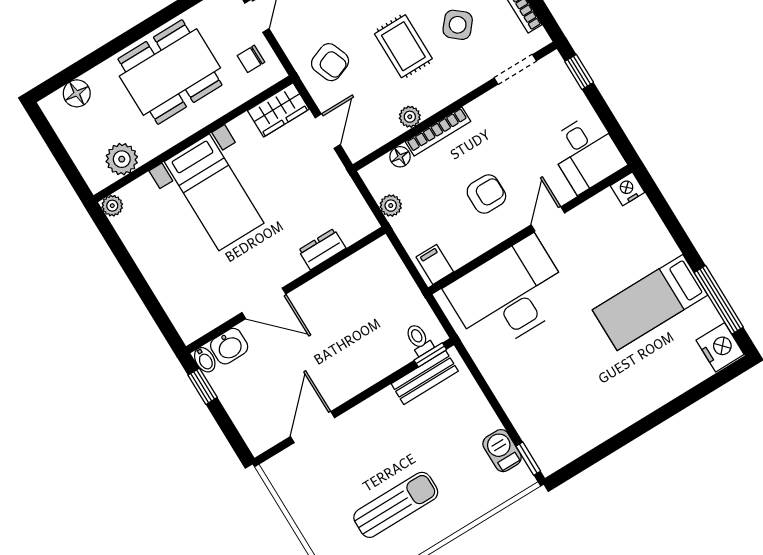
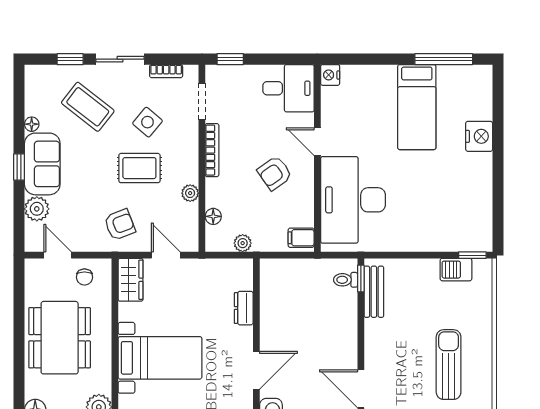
bookcase: (438, 132) -> (212, 150), moved
armchair: (486, 194) -> (275, 173), turned -125
nightstand: (720, 347) -> (479, 136), moved, turned 90

